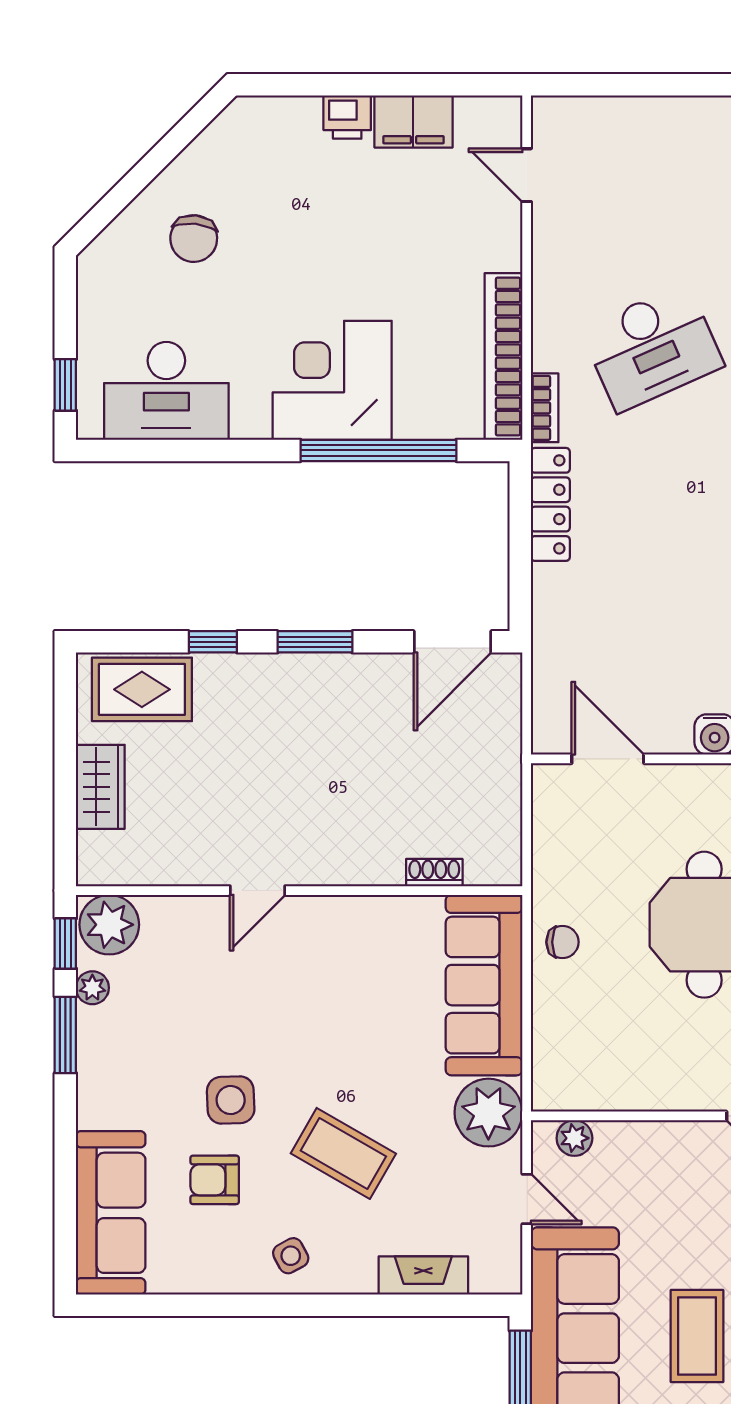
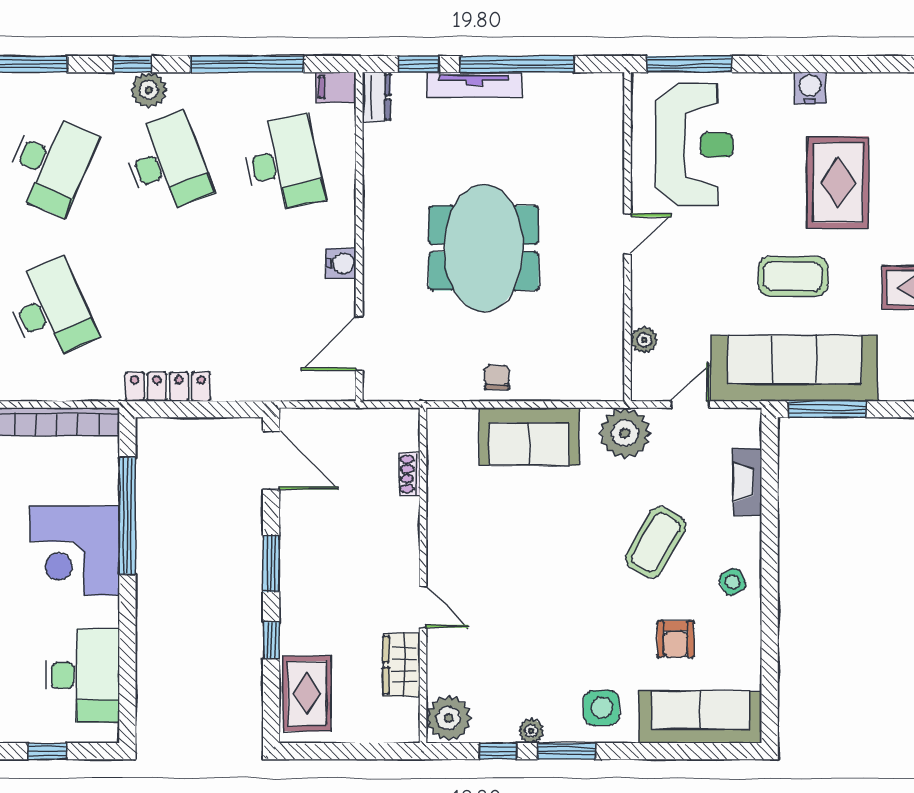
window: (65, 385) -> (48, 751), moved
bookcase: (545, 408) -> (95, 391), removed
wardrobe: (100, 787) -> (401, 665), moved, turned -90
shoe rack: (434, 873) -> (409, 474), moved
door: (257, 891) -> (423, 607), moved
wall: (299, 891) -> (423, 575), moved
plant: (109, 925) -> (449, 718), moved
sofa: (484, 985) -> (529, 436), width x0.73
side table: (231, 1100) -> (602, 708), moved
plant: (574, 1138) -> (644, 340), moved

